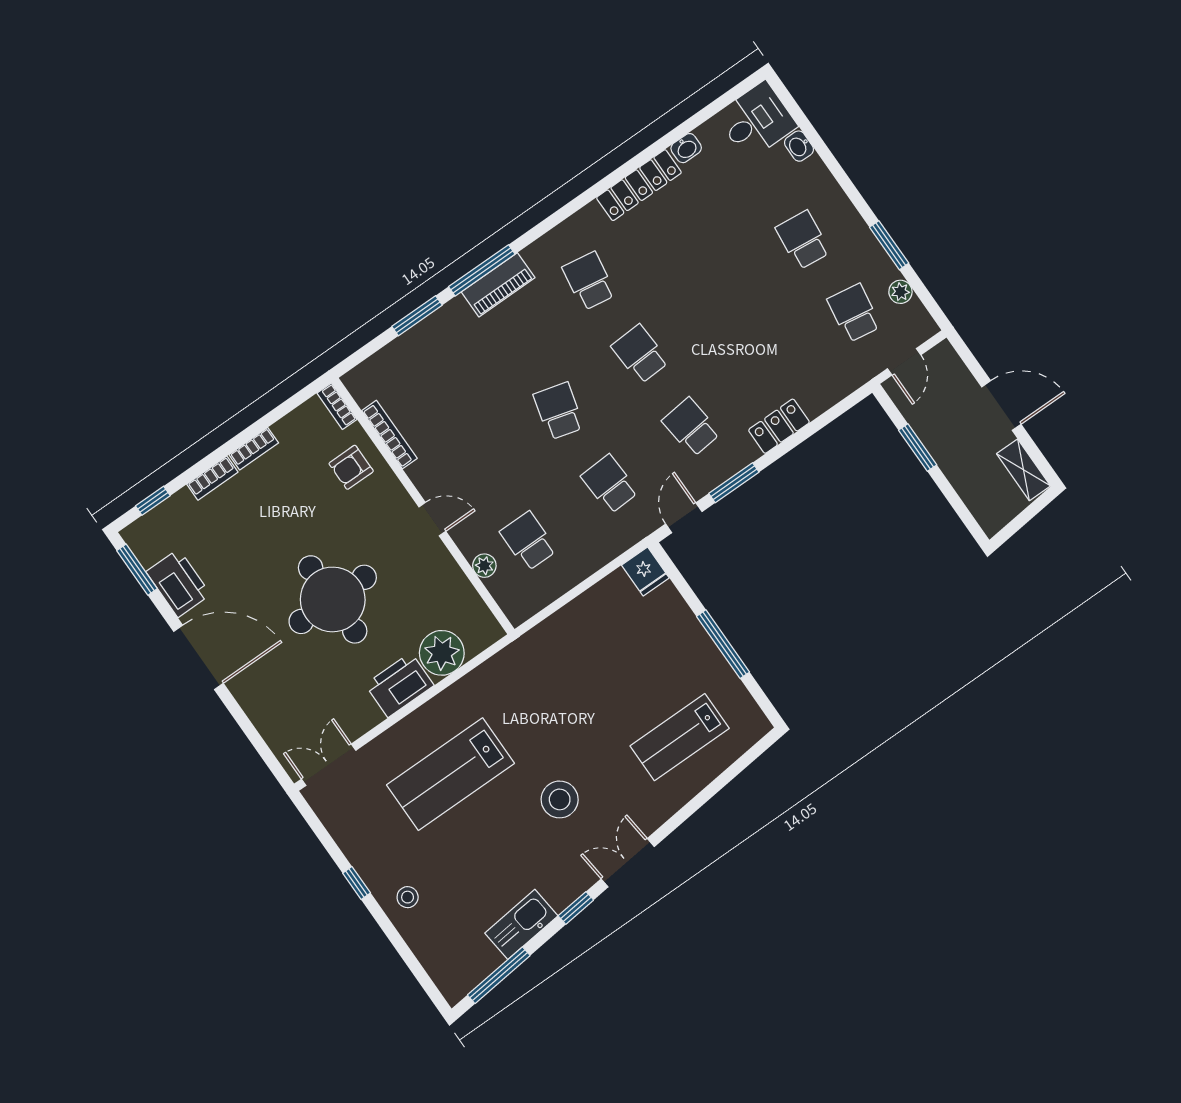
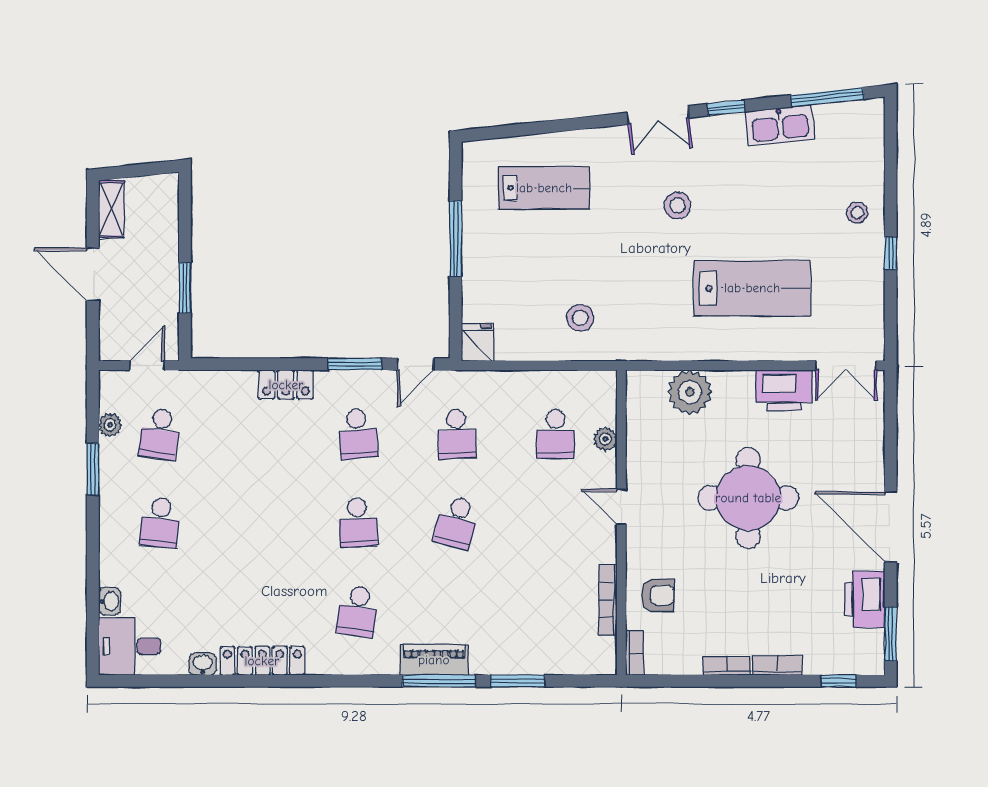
stool: (575, 651) -> (580, 318), added
printer: (400, 685) -> (784, 390), moved
stool: (560, 799) -> (677, 205), width x0.73, depth x0.73

